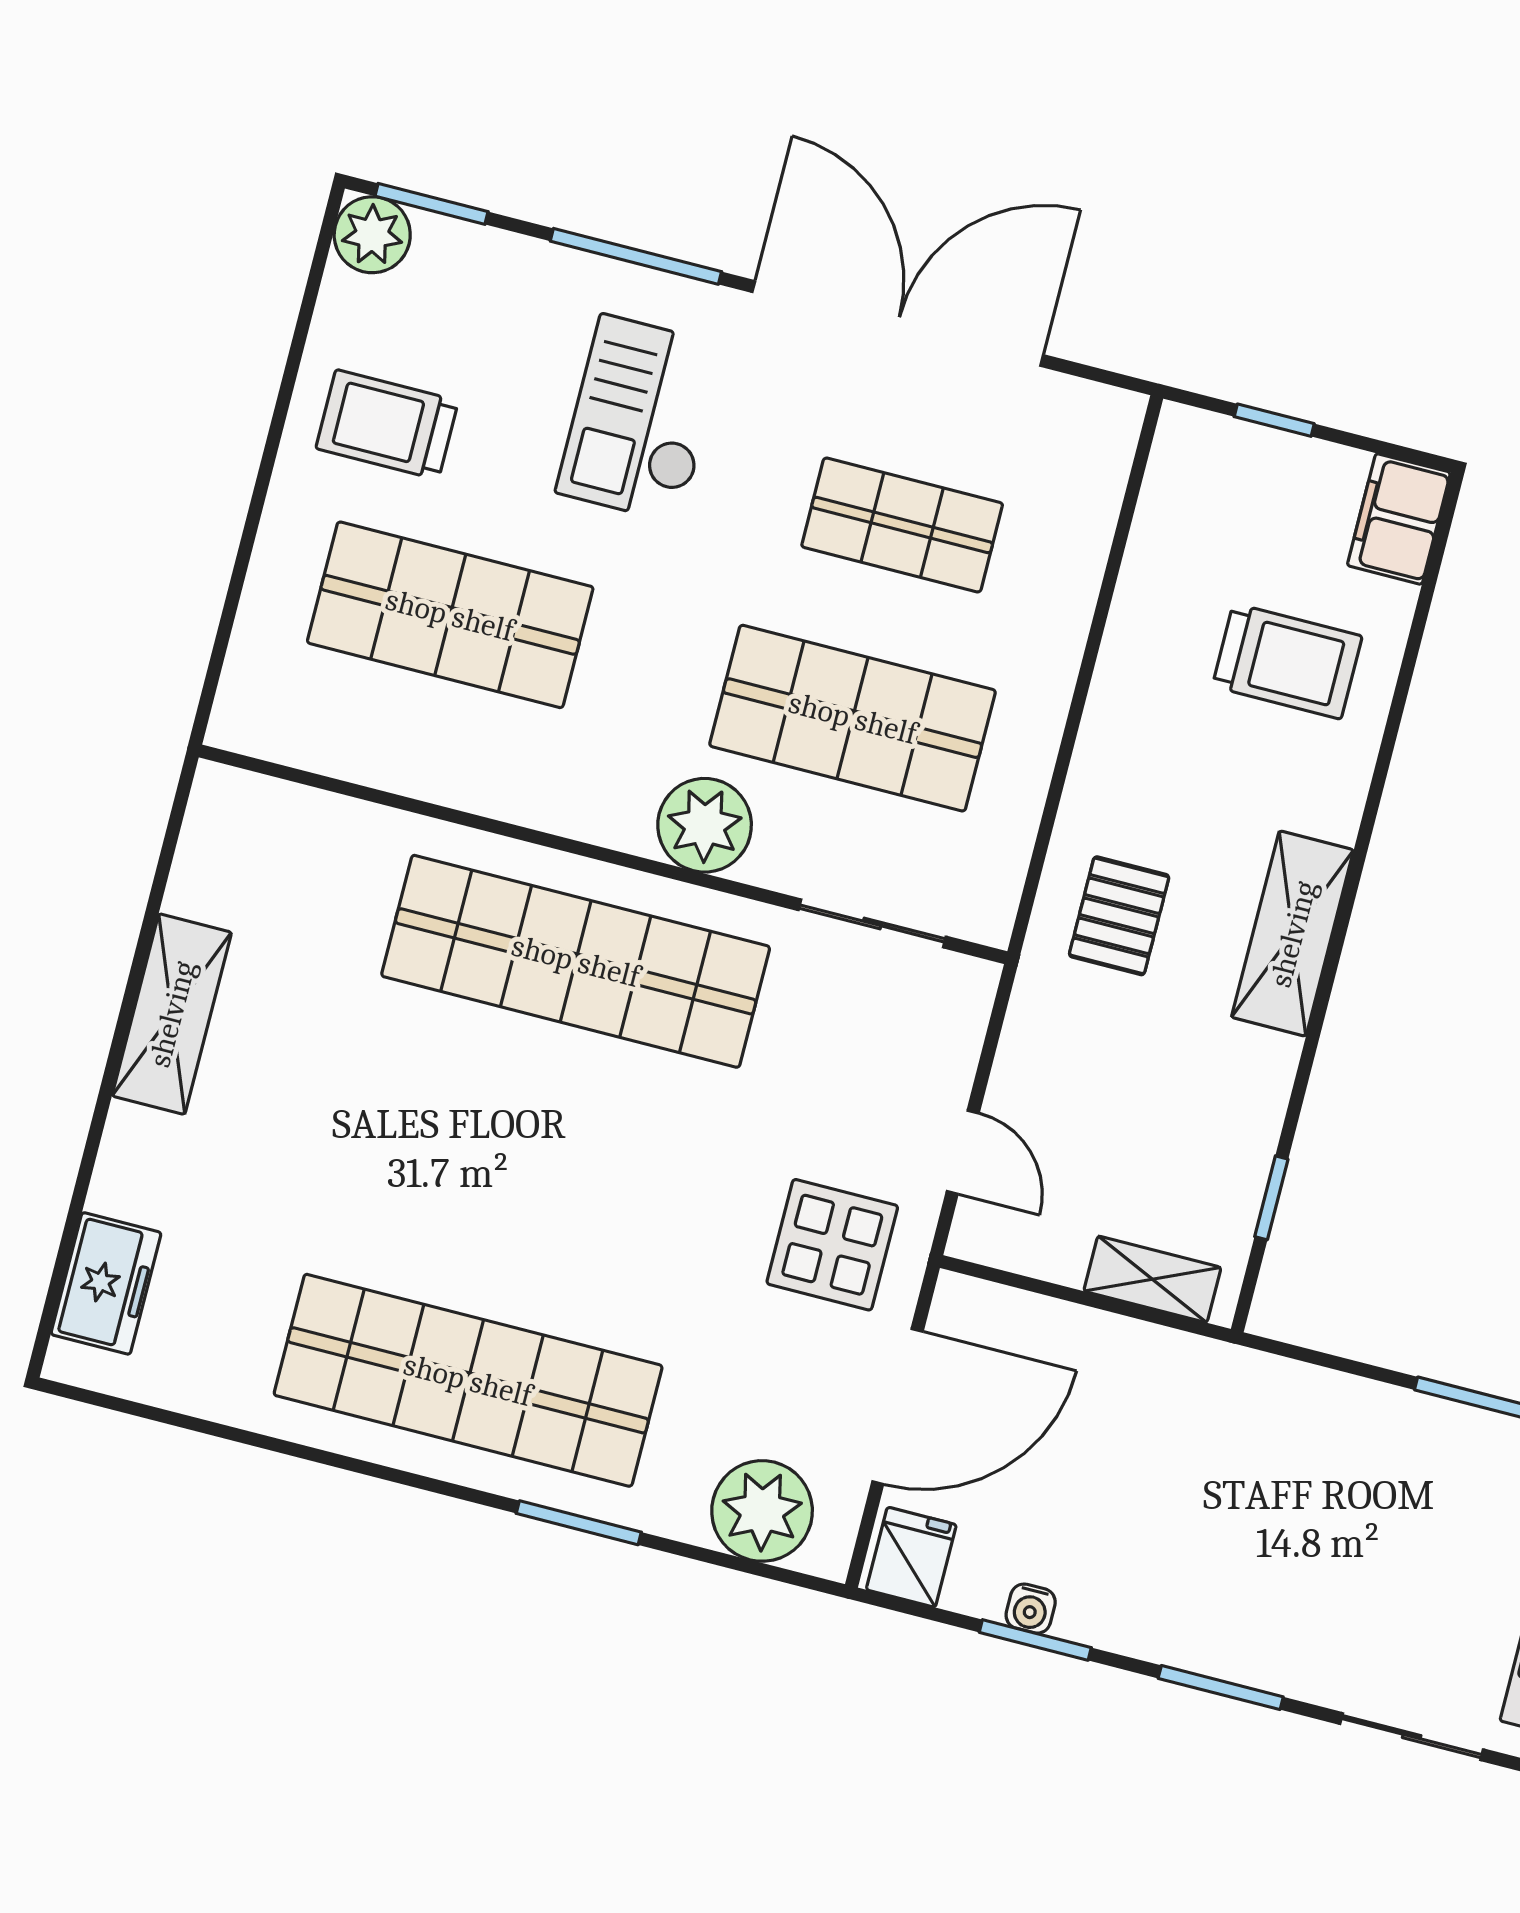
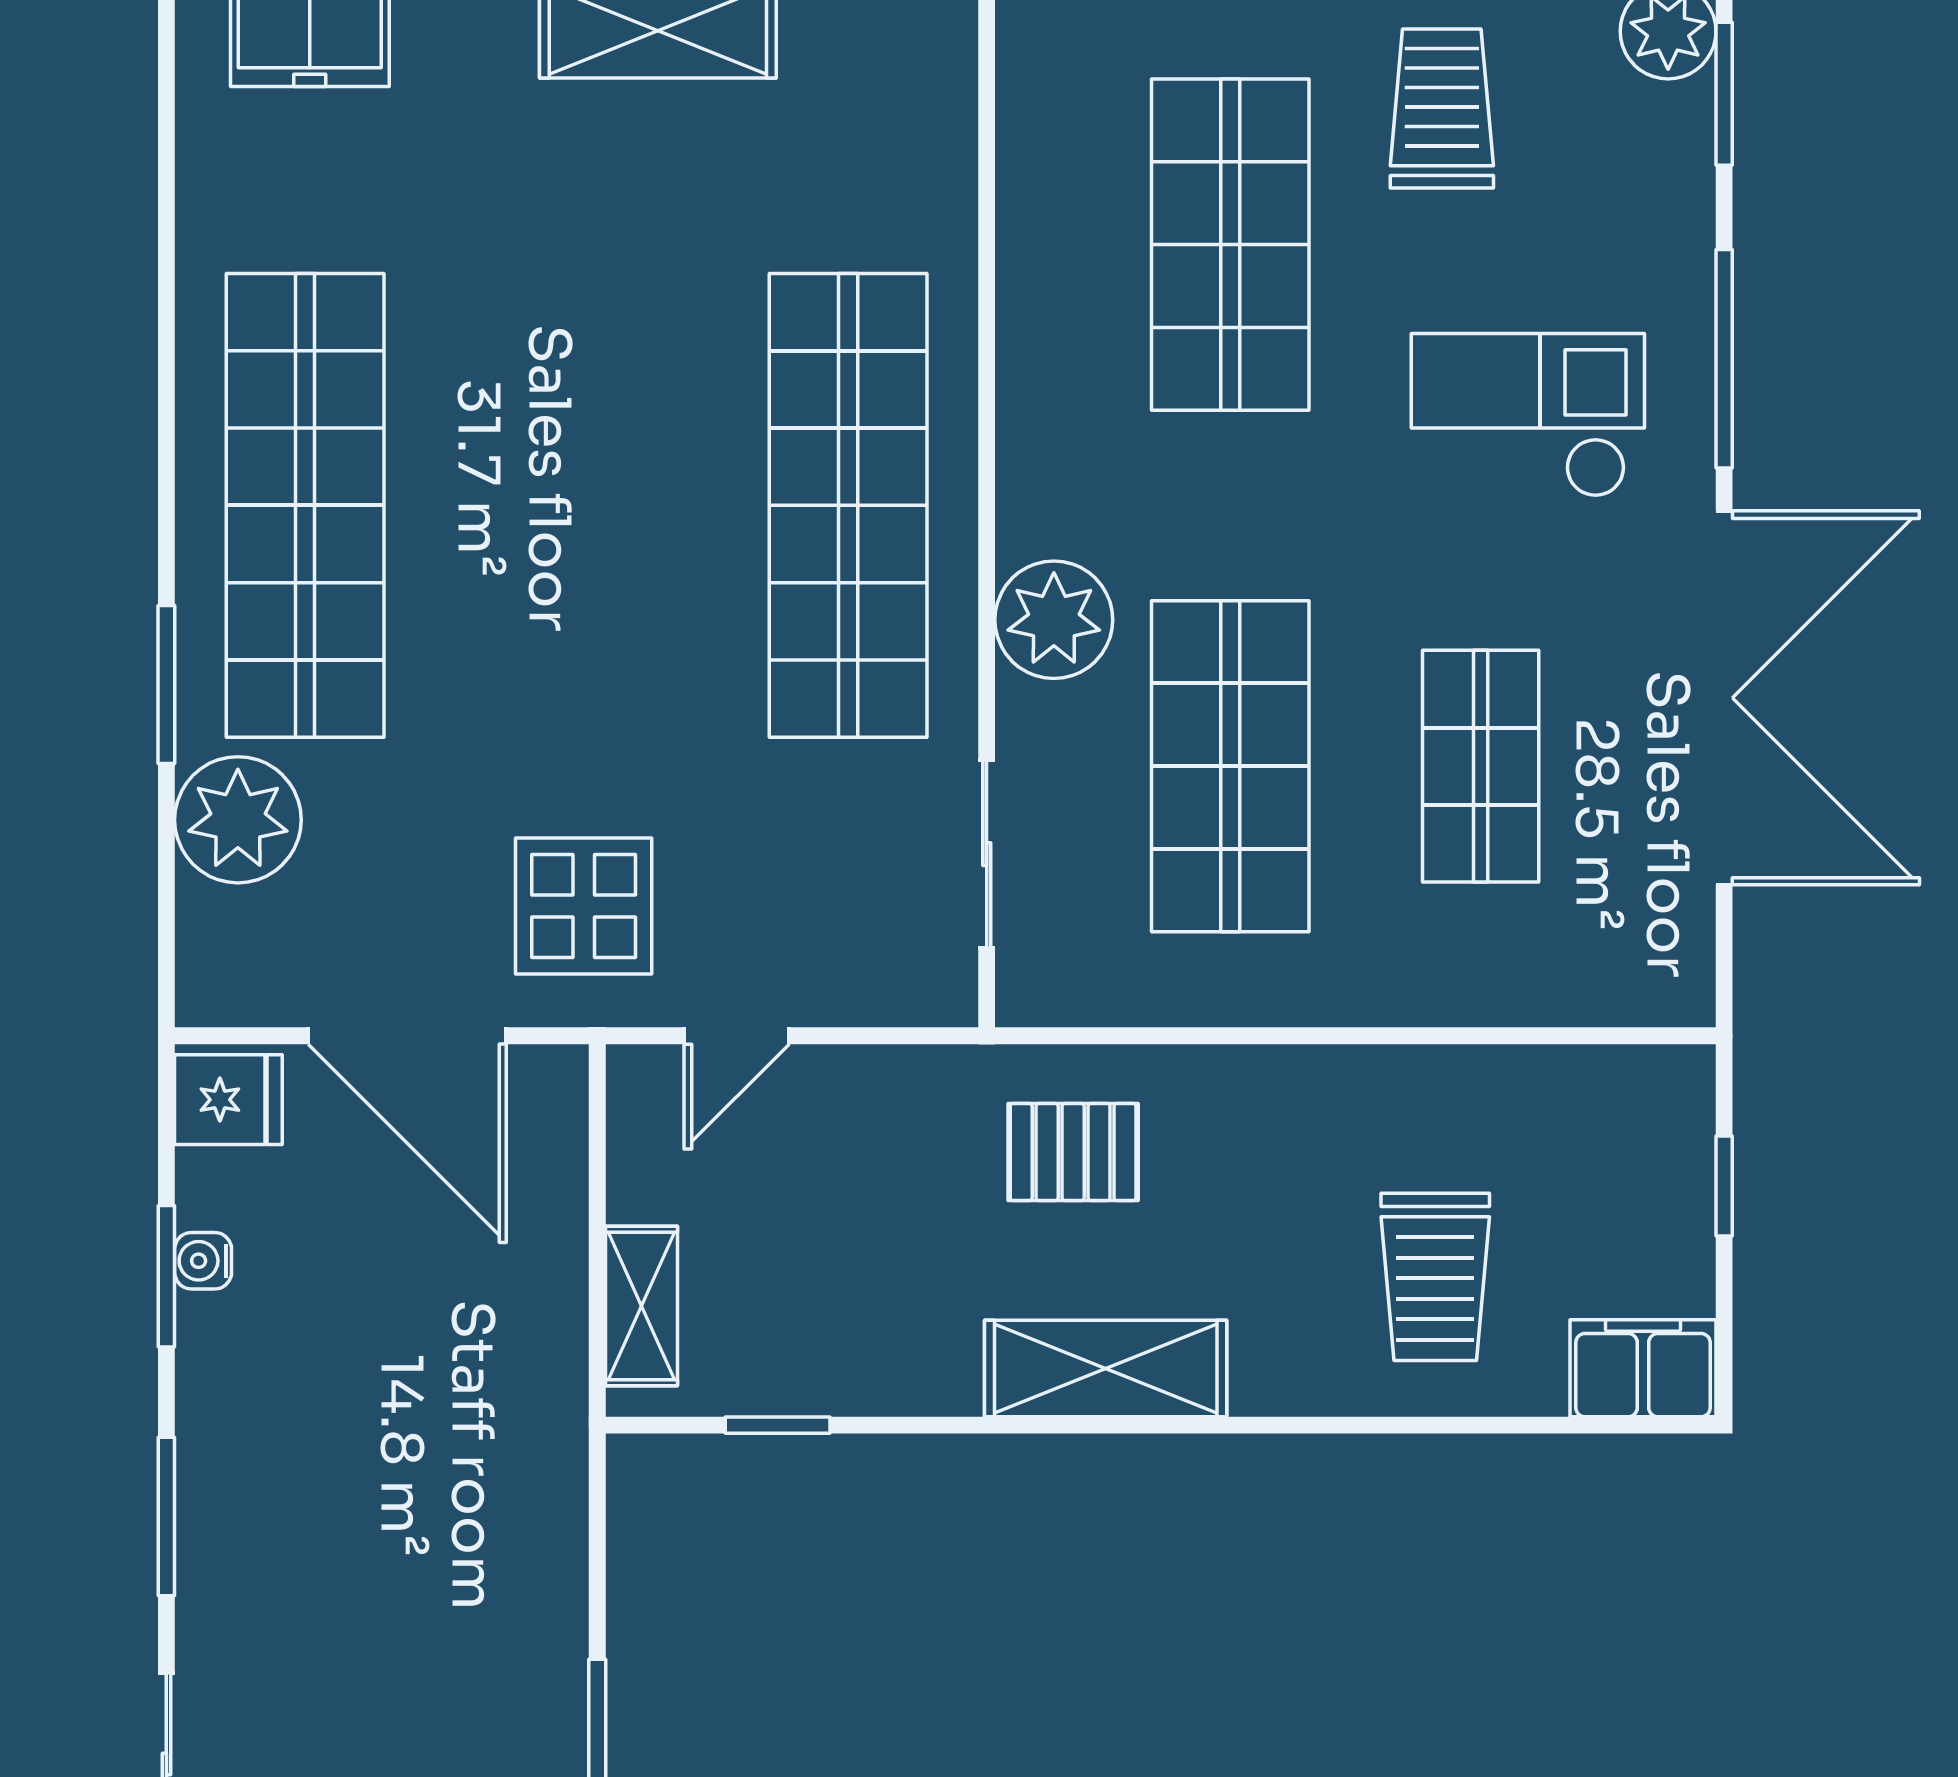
plant: (762, 1511) -> (238, 820), moved

